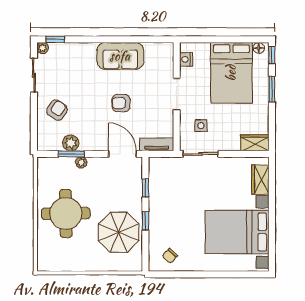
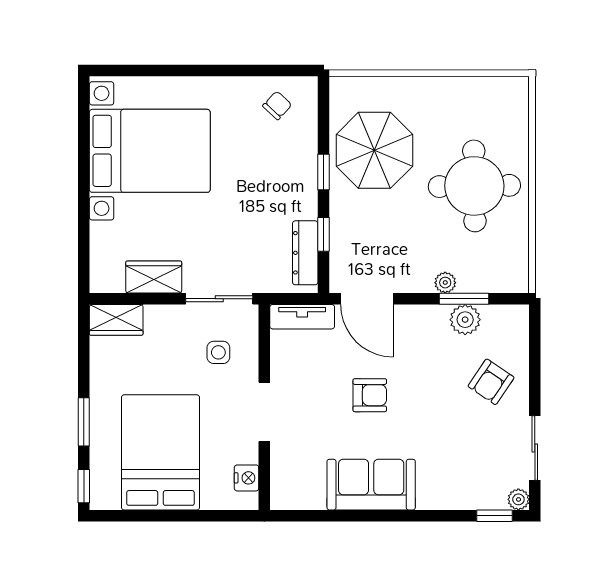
floor lamp: (259, 48) -> (109, 500), removed
dresser: (155, 178) -> (305, 253), added
wardrobe: (260, 180) -> (154, 277), moved, turned -90

